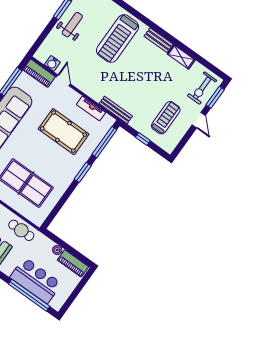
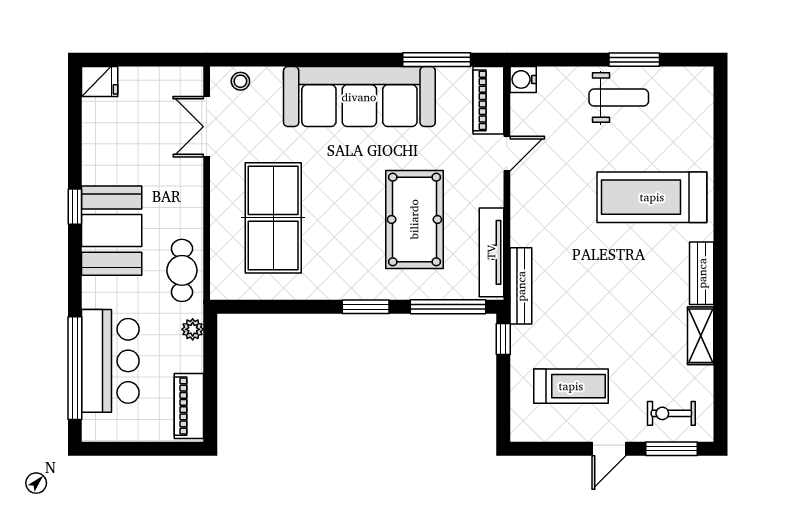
water cooler: (52, 63) -> (523, 79), moved
exercise bike: (202, 88) -> (671, 413), width x0.73, depth x0.72
tv unit: (91, 108) -> (491, 252), width x1.41
window: (143, 139) -> (503, 339), moved
plant: (57, 250) -> (193, 329), moved

